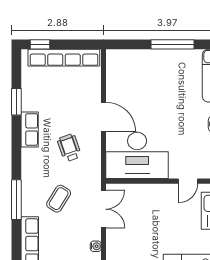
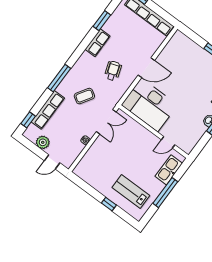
door: (103, 117) -> (146, 68), hinge flipped

